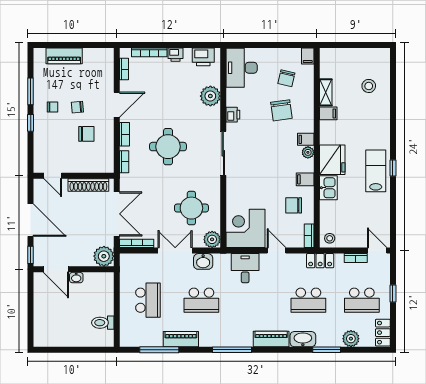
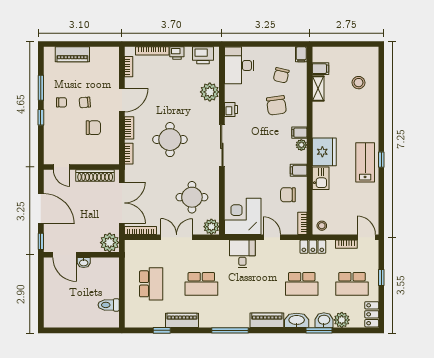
filing cabinet: (328, 113) -> (320, 69), moved
washbasin: (203, 261) -> (324, 320), moved, turned 180
window: (159, 350) -> (162, 330), width x0.46

